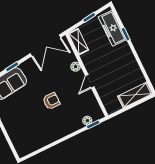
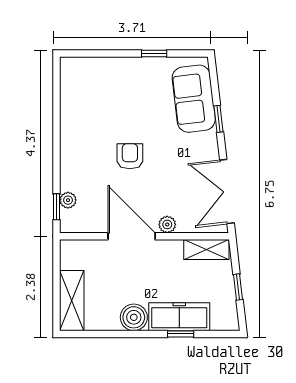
freezer: (112, 28) -> (179, 317), moved
boiler: (129, 61) -> (134, 317), added
door: (90, 81) -> (132, 236), width x1.88
armchair: (51, 101) -> (130, 156), turned 180

